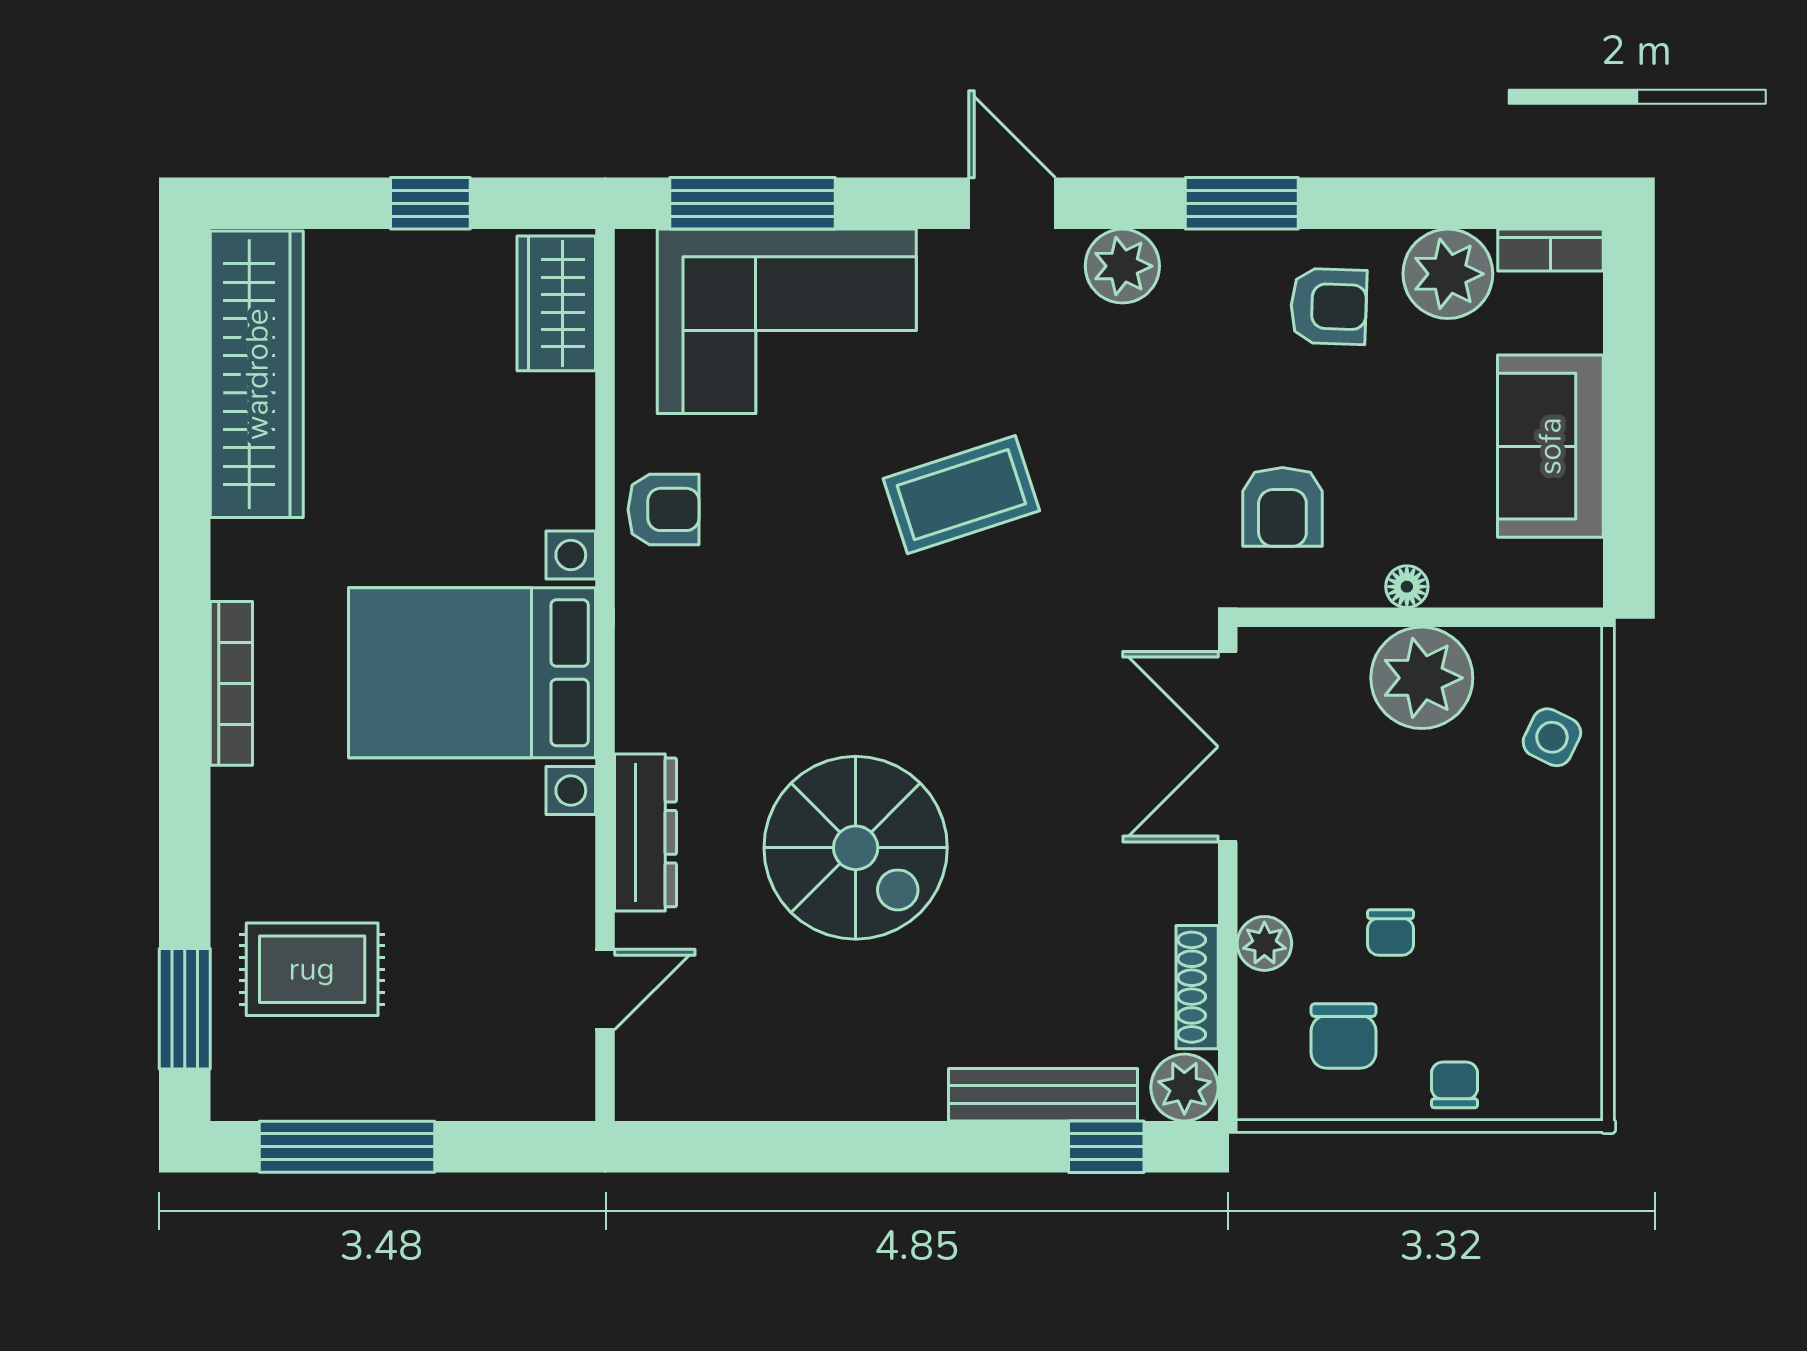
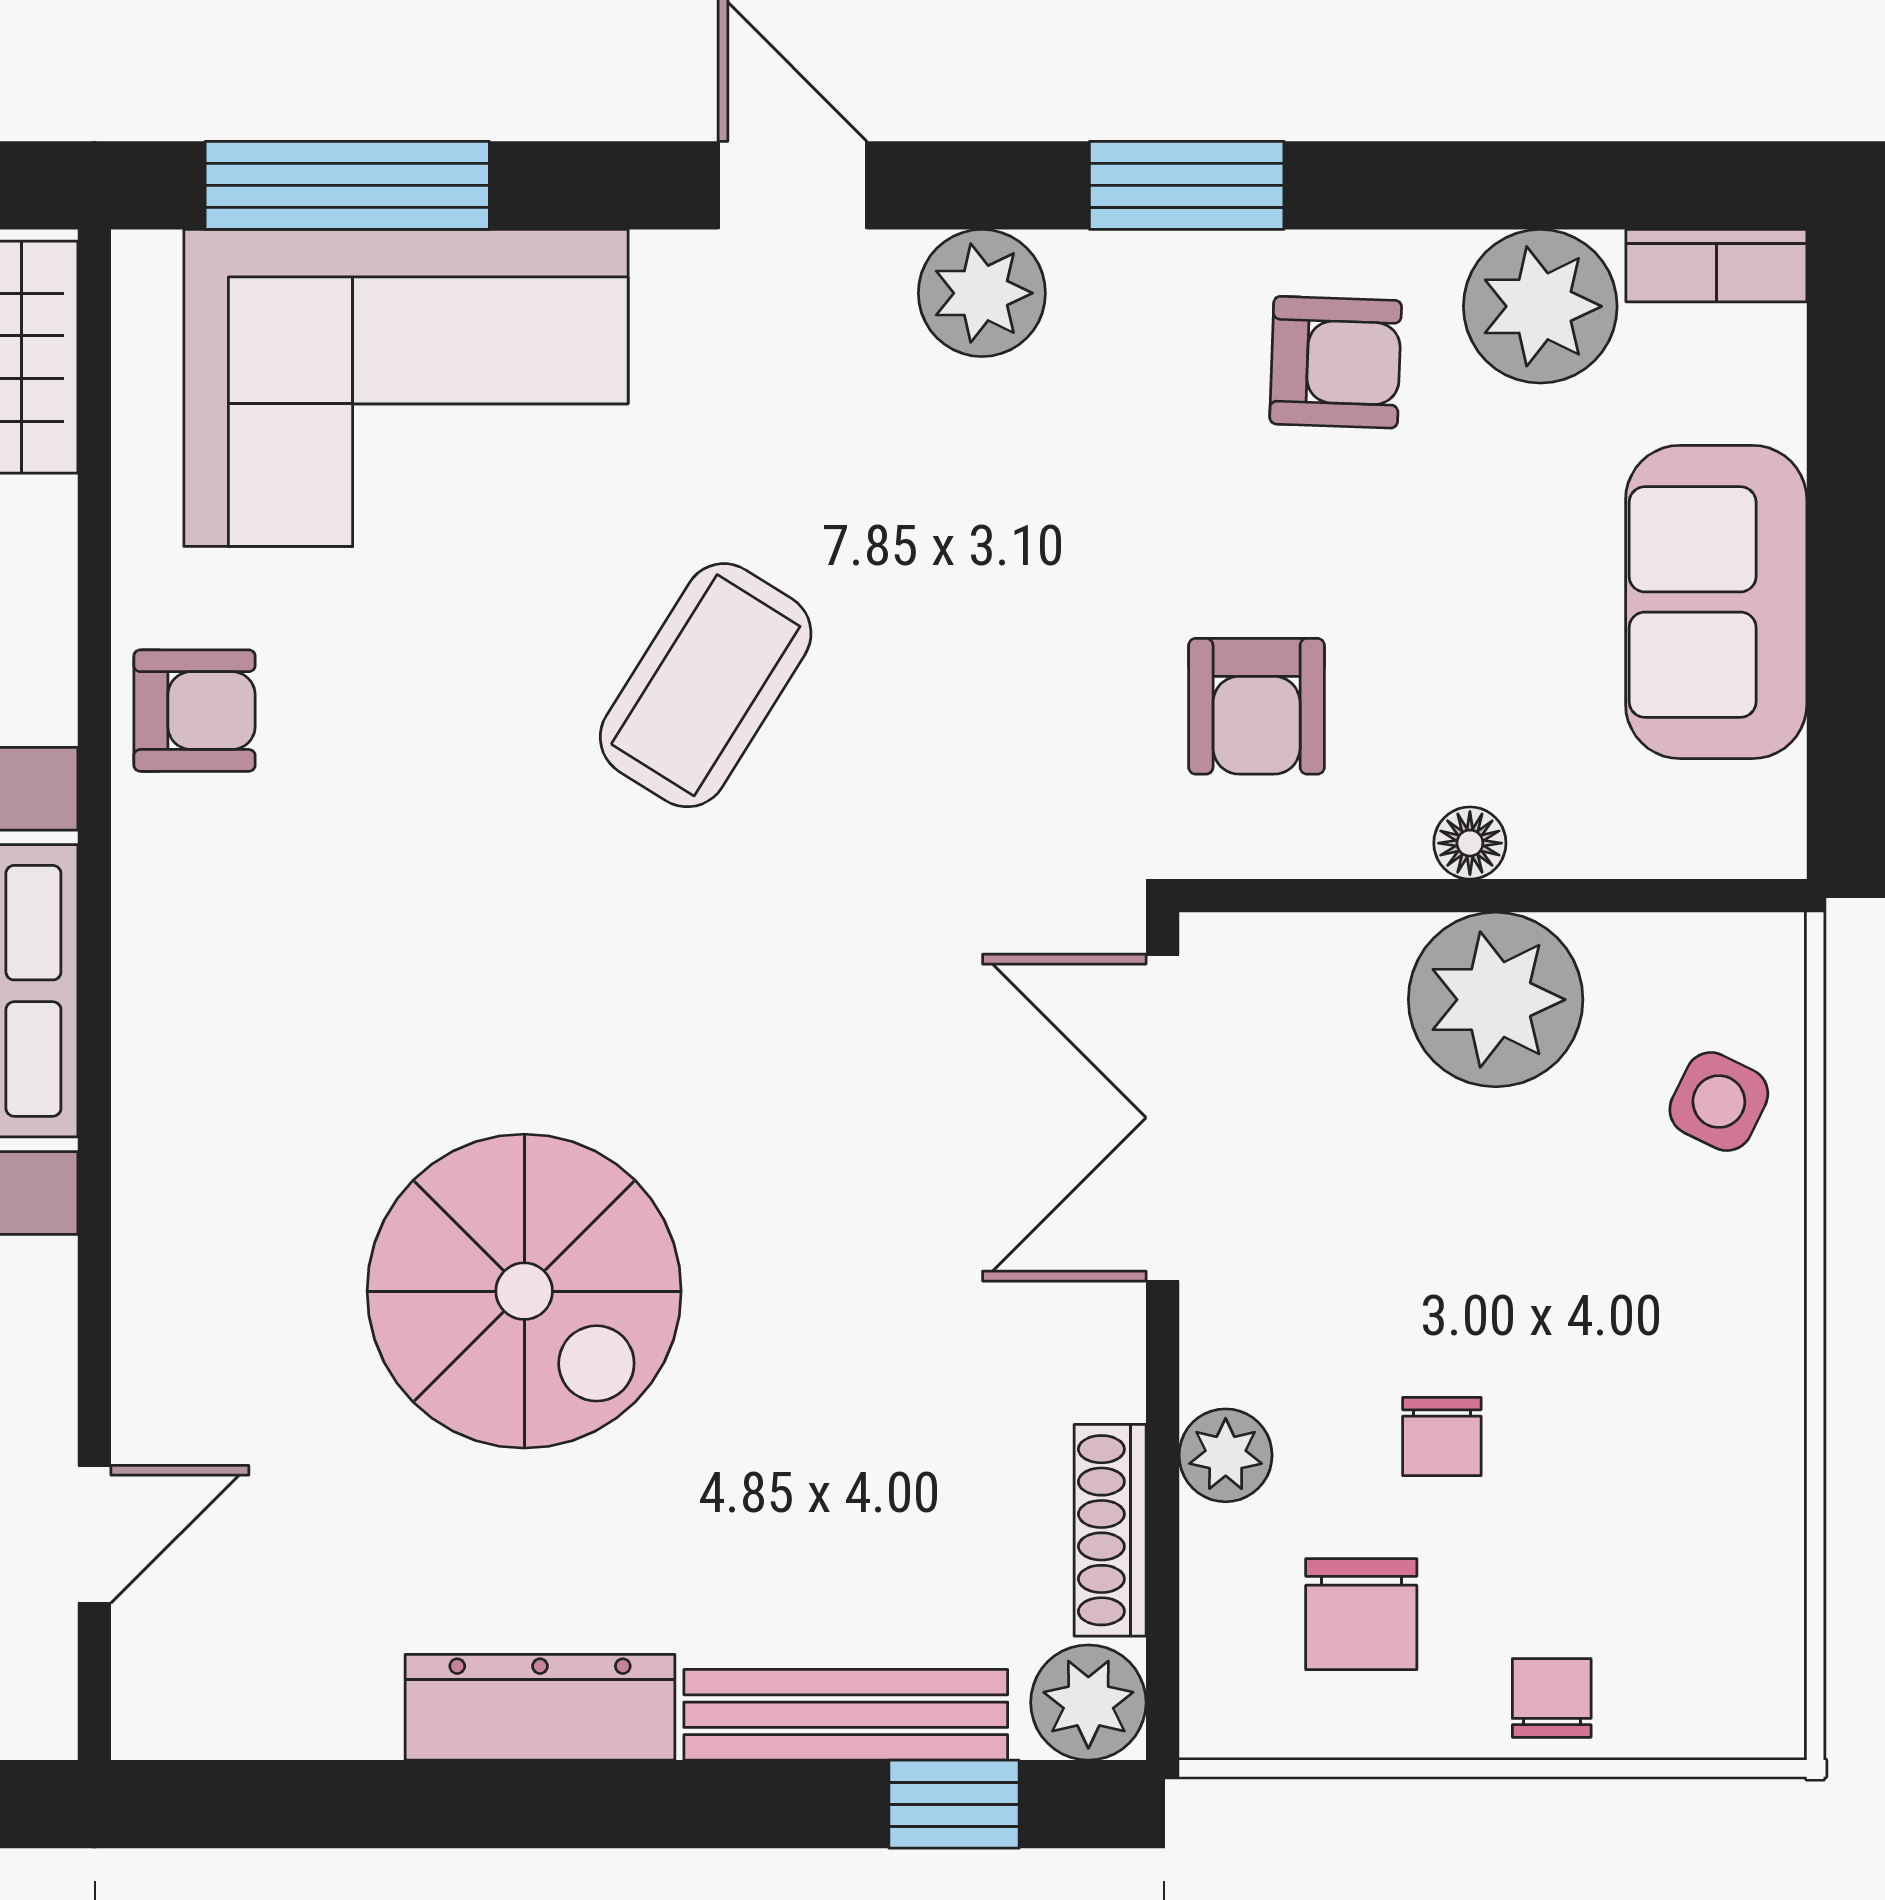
coffee table: (961, 495) -> (706, 685), turned -40
dresser: (646, 832) -> (540, 1707), moved, turned -90

